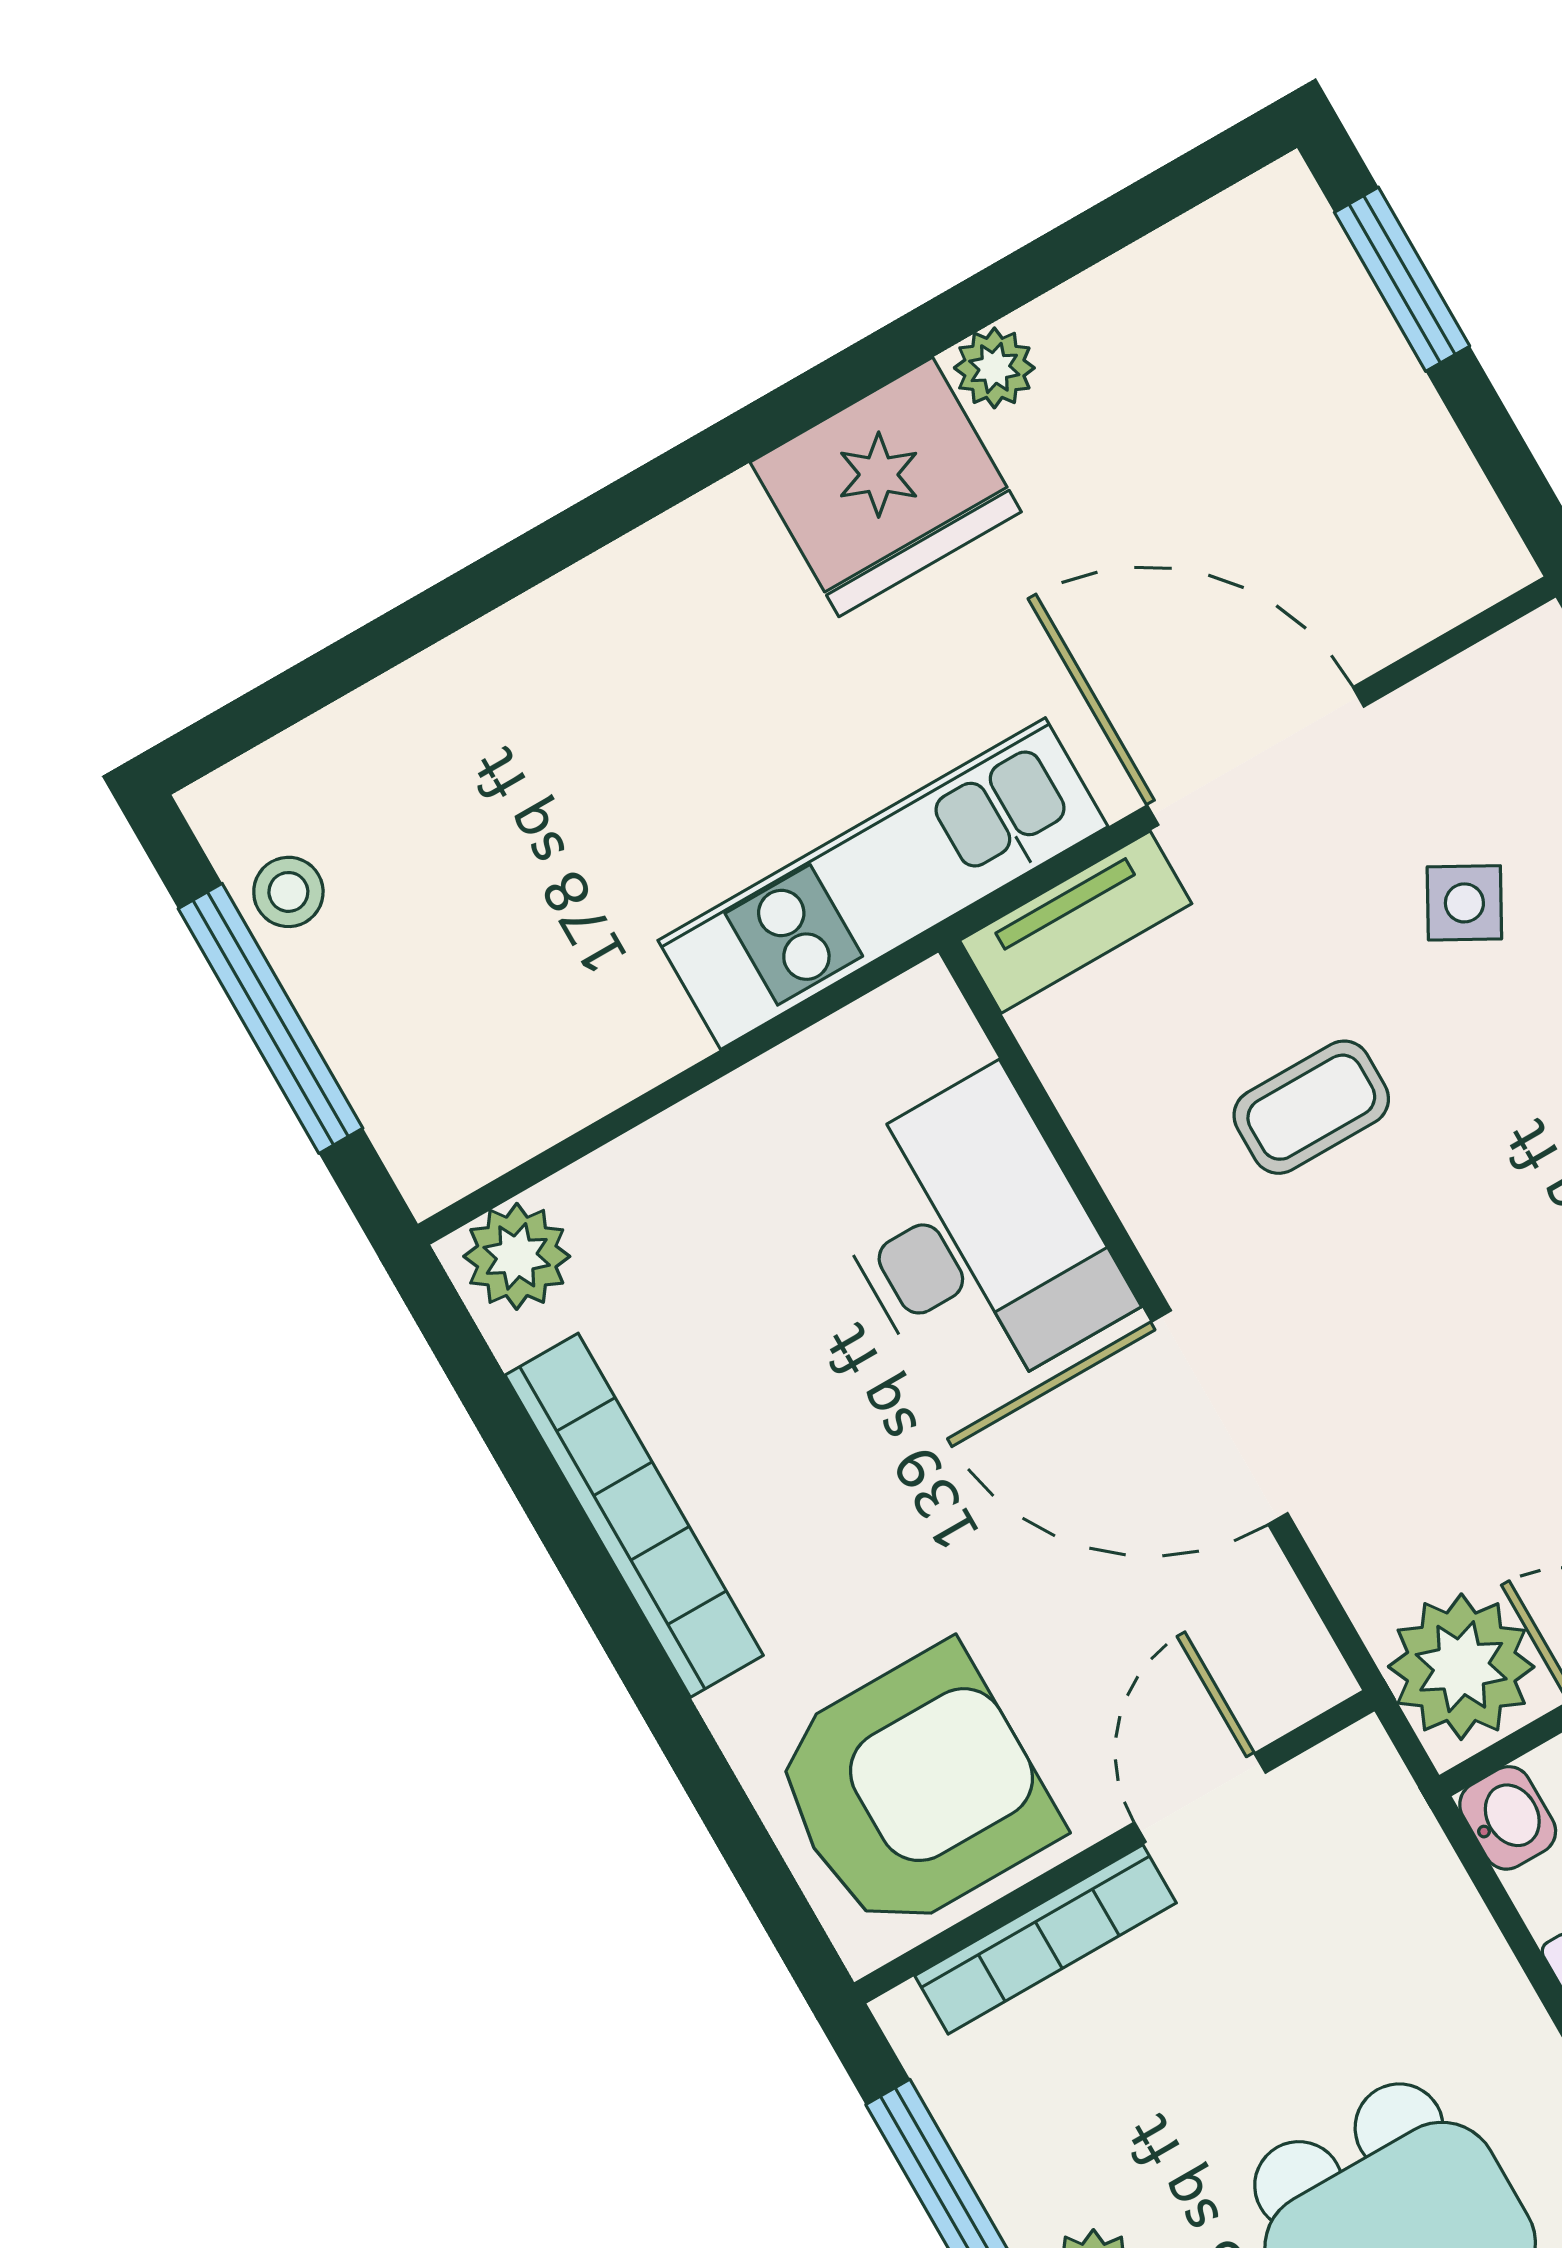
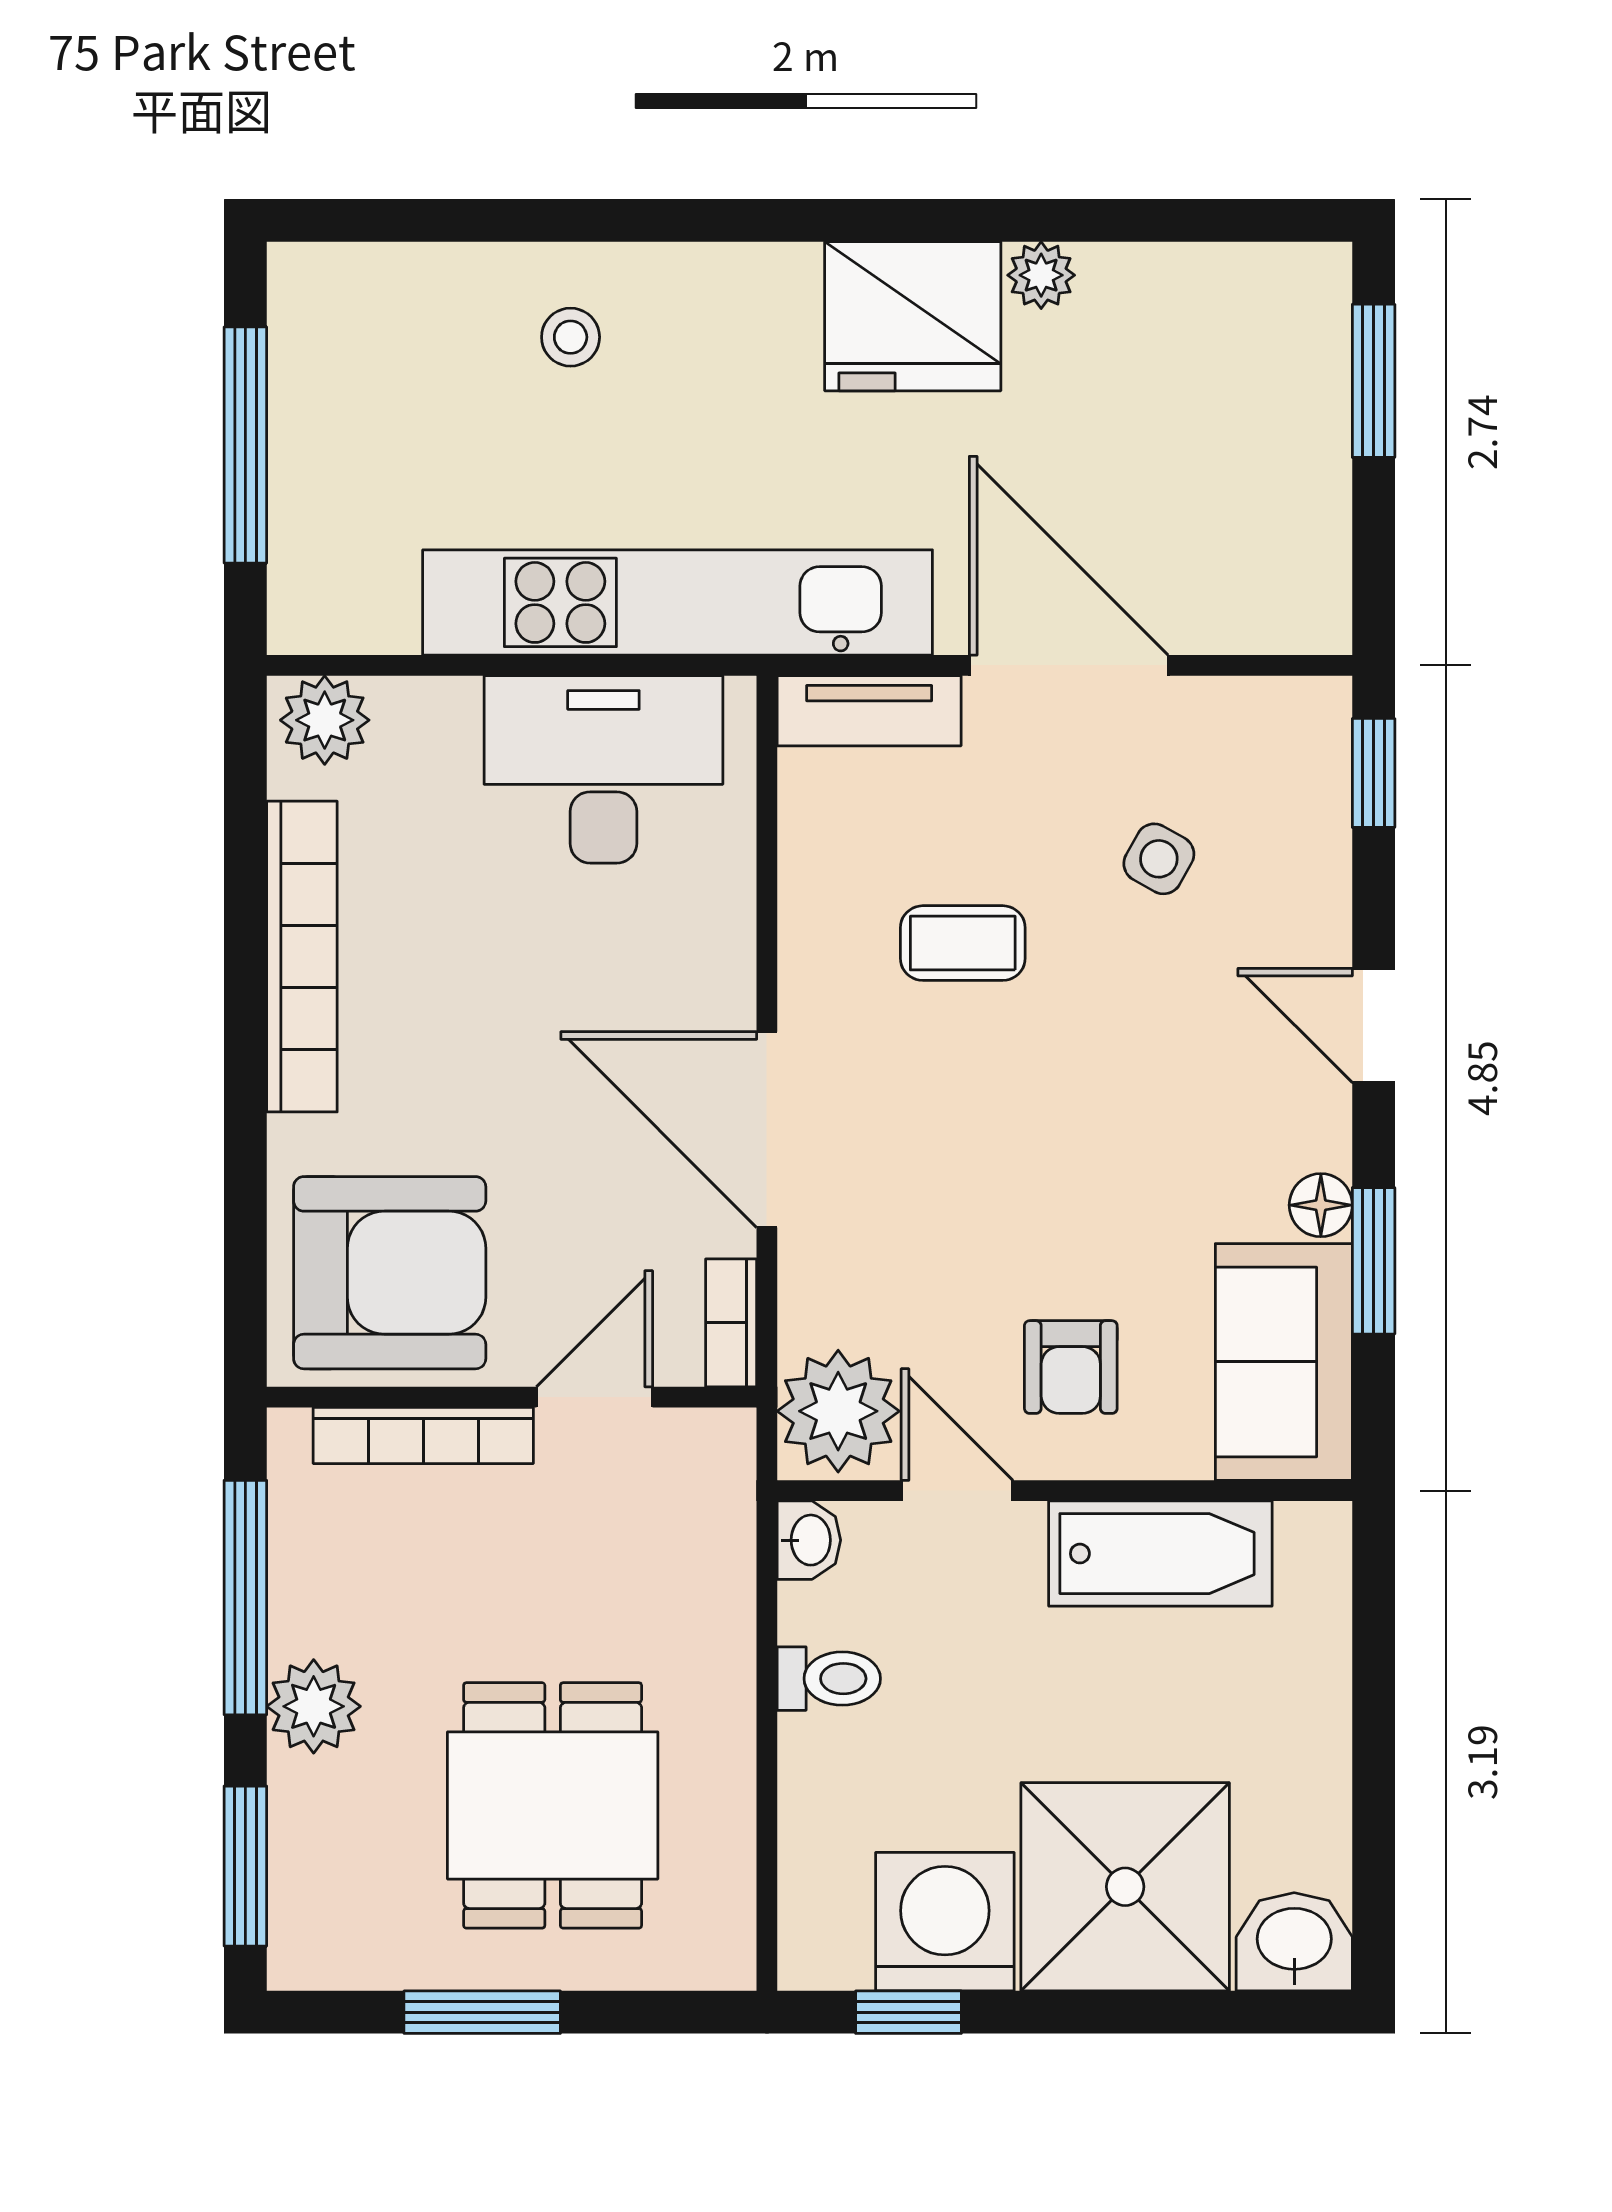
kitchen unit: (883, 884) -> (678, 602), width x1.36
stool: (288, 892) -> (571, 337), moved
desk: (973, 1239) -> (603, 769), moved, turned -90
bookcase: (1298, 1639) -> (731, 1323), added

